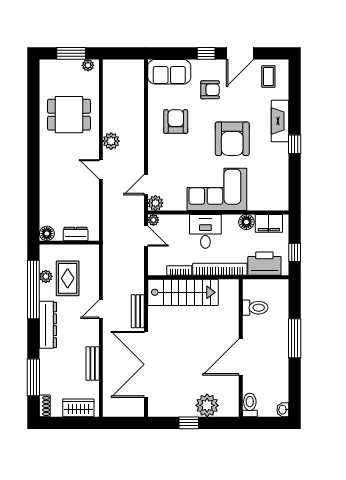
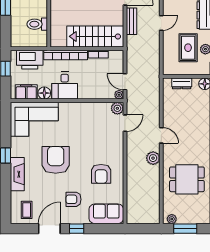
corner sofa: (217, 189) -> (34, 119), moved
desk: (205, 231) -> (65, 86), moved

